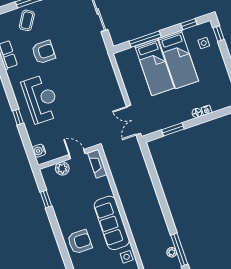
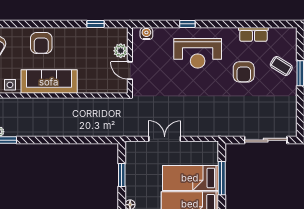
double door: (134, 120) -> (165, 139), moved
door: (77, 154) -> (130, 71), swing flipped
fireplace: (97, 164) -> (113, 87), removed

